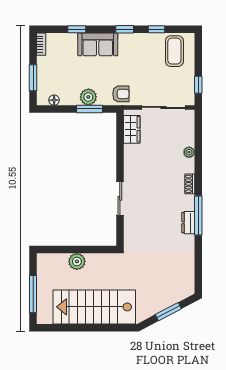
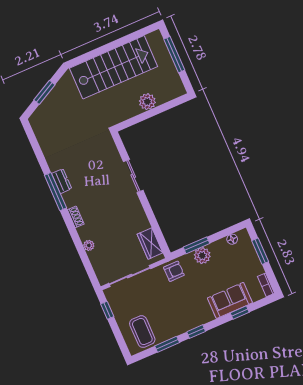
window: (157, 29) -> (167, 344), width x1.50
sofa: (98, 44) -> (230, 300), moved
armchair: (121, 94) -> (174, 271), turned 180

